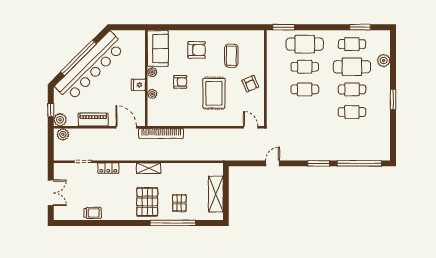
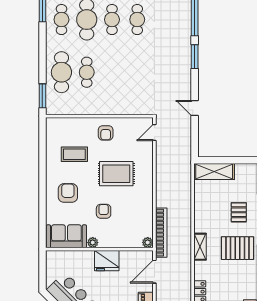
armchair: (250, 84) -> (106, 133), turned 113
fridge: (138, 85) -> (107, 261), width x1.88, depth x1.34
cafe table: (305, 89) -> (112, 72), removed
plant: (152, 94) -> (148, 242), moved
shelving: (216, 194) -> (214, 172), moved
pallet: (179, 203) -> (239, 212), turned 90

